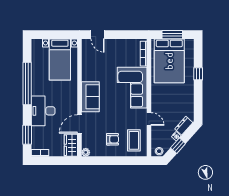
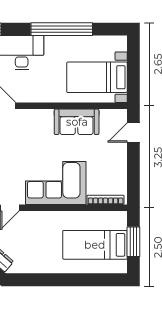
bed: (169, 61) -> (95, 245), width x0.67
window: (198, 74) -> (76, 280), removed
sofa: (90, 97) -> (77, 122), moved

